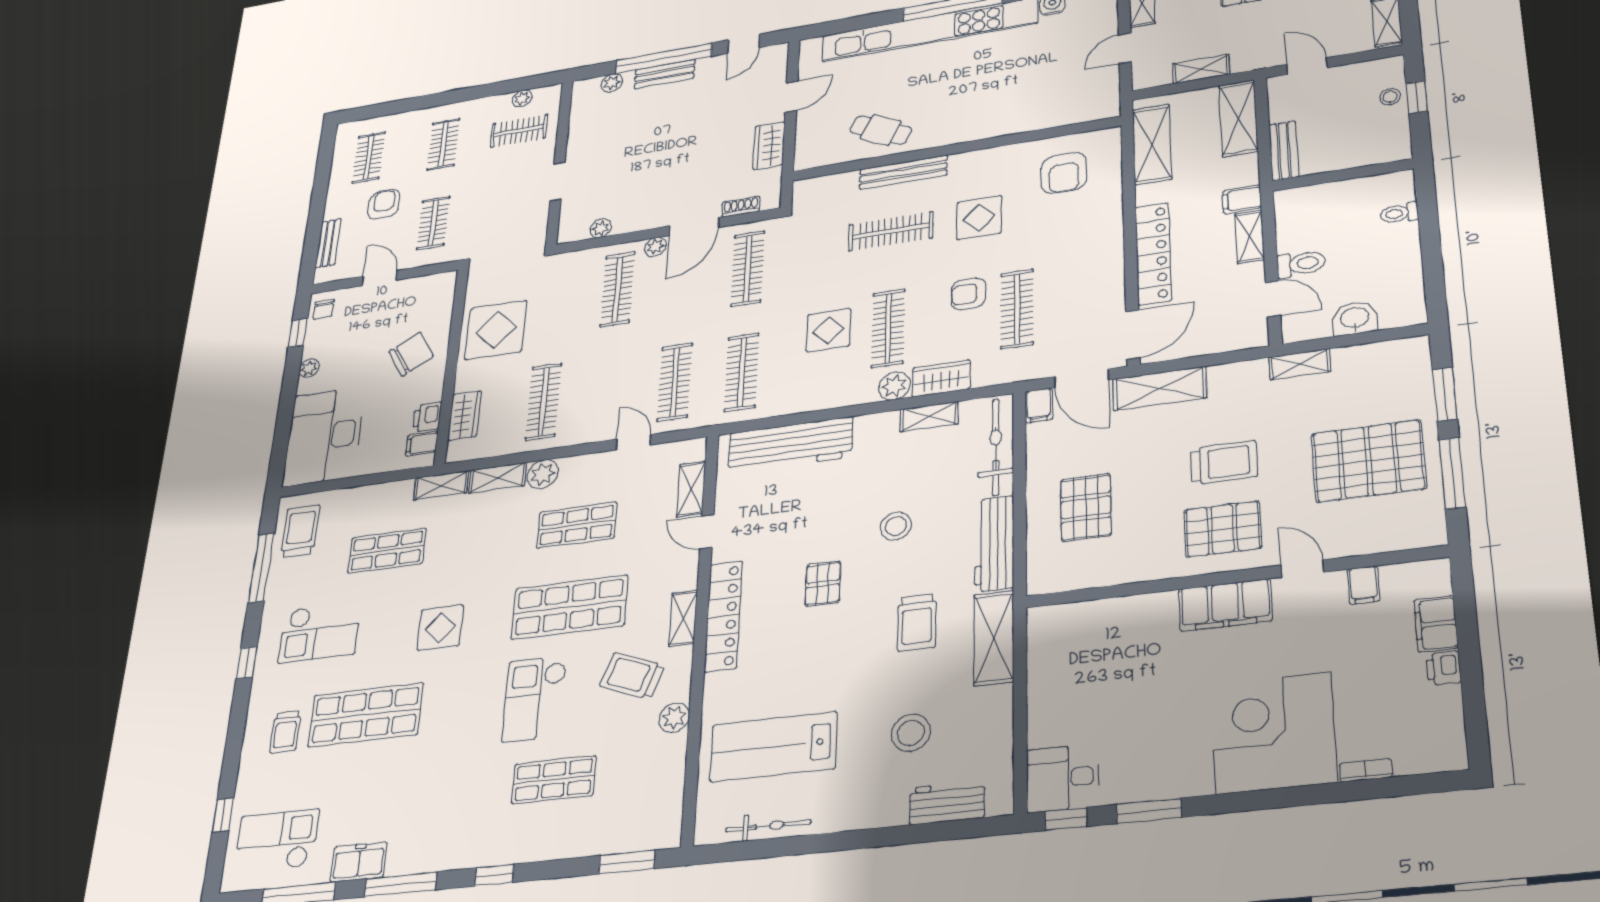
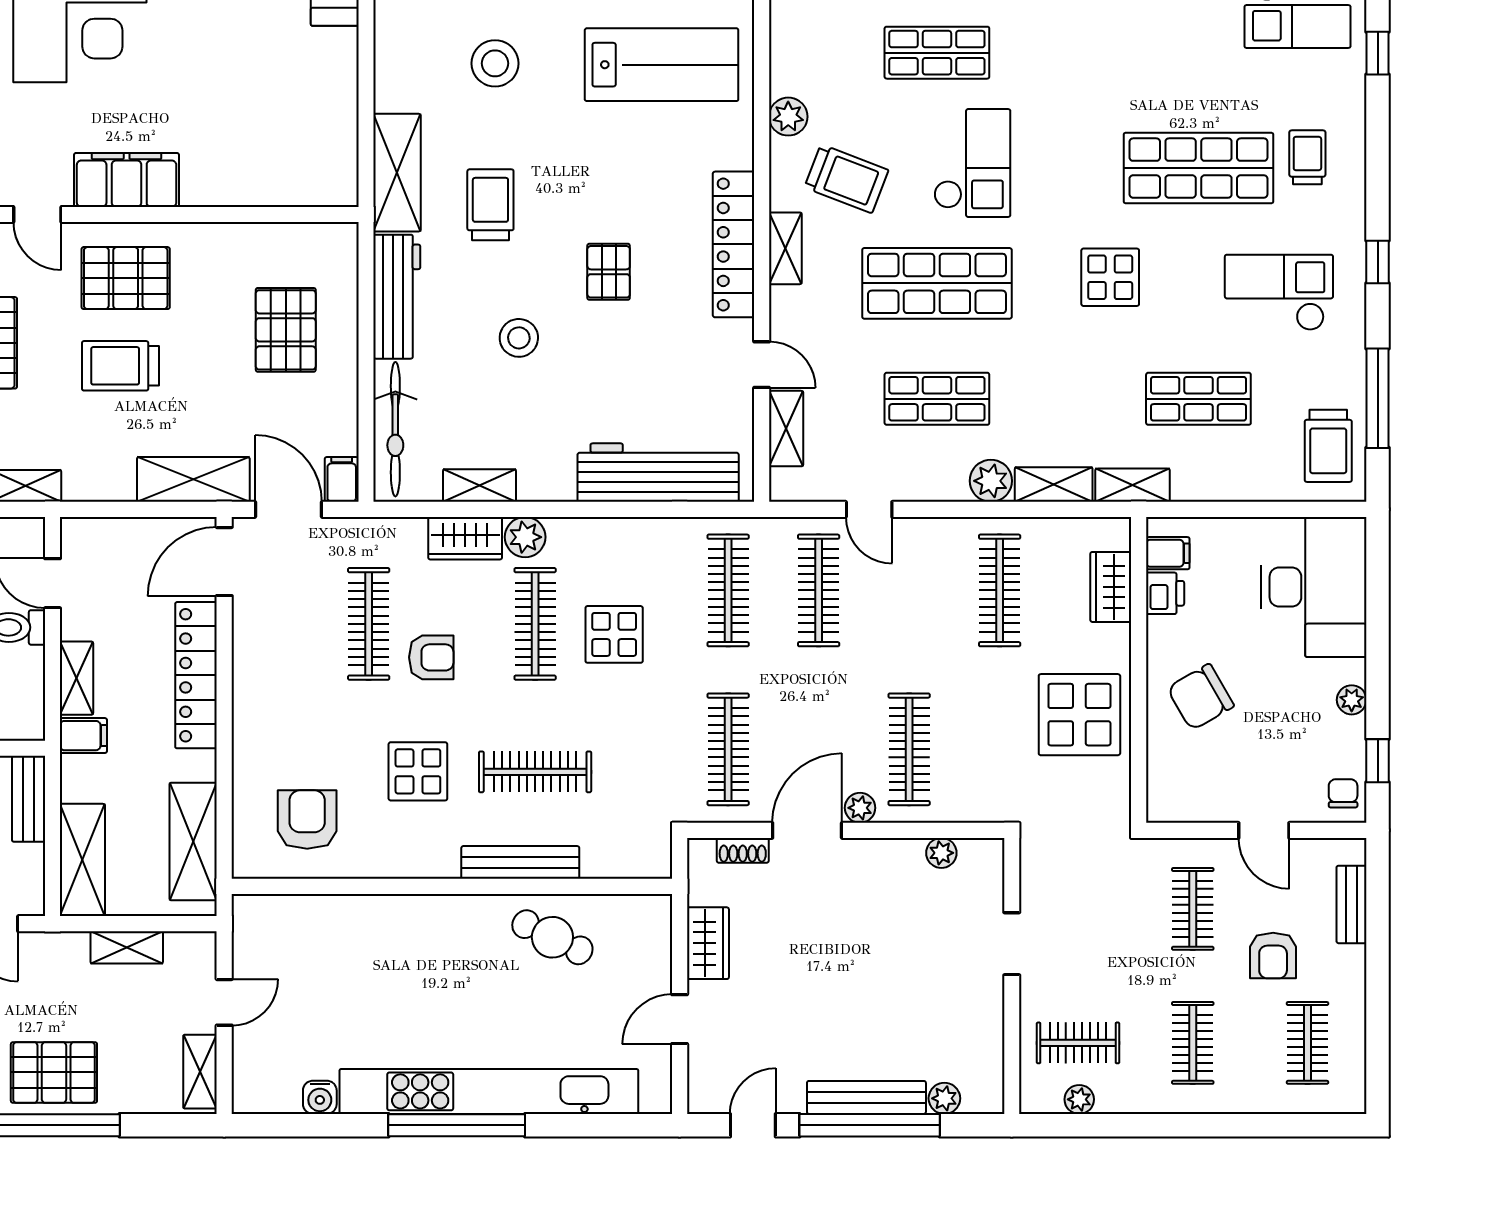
bench: (665, 74) -> (866, 1097), width x1.36

